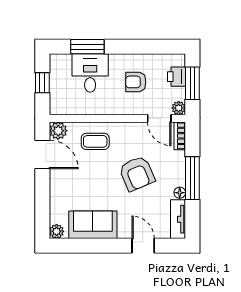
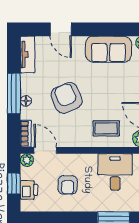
desk: (90, 73) -> (115, 172), moved, turned 180
armchair: (136, 82) -> (68, 185), turned 90
window: (192, 83) -> (14, 184), width x0.67
floor lamp: (180, 193) -> (26, 101), moved

